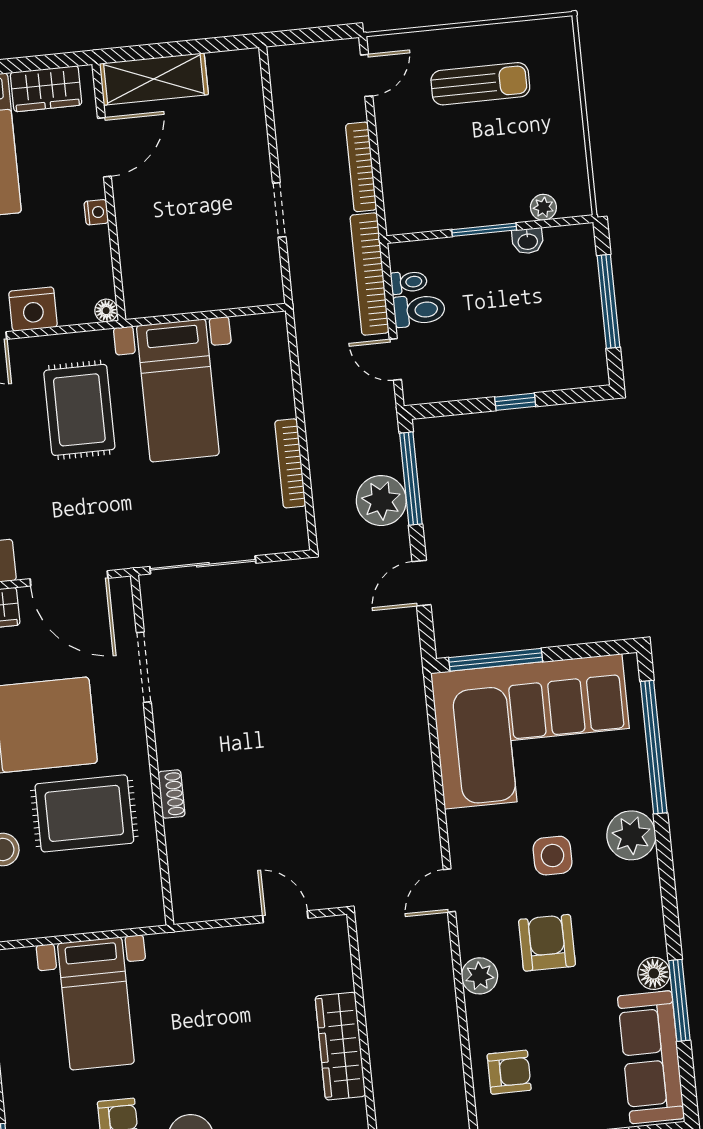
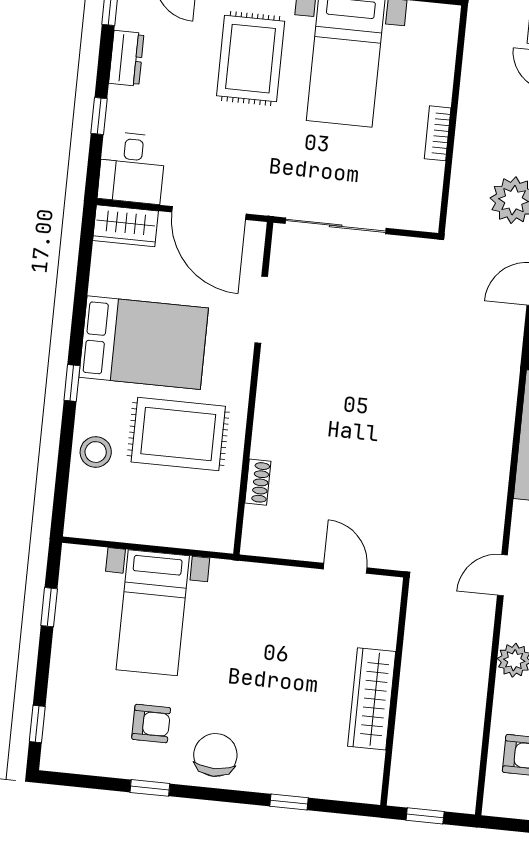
bookcase: (290, 463) -> (438, 133), width x0.64
shoe rack: (171, 794) -> (258, 482), moved

